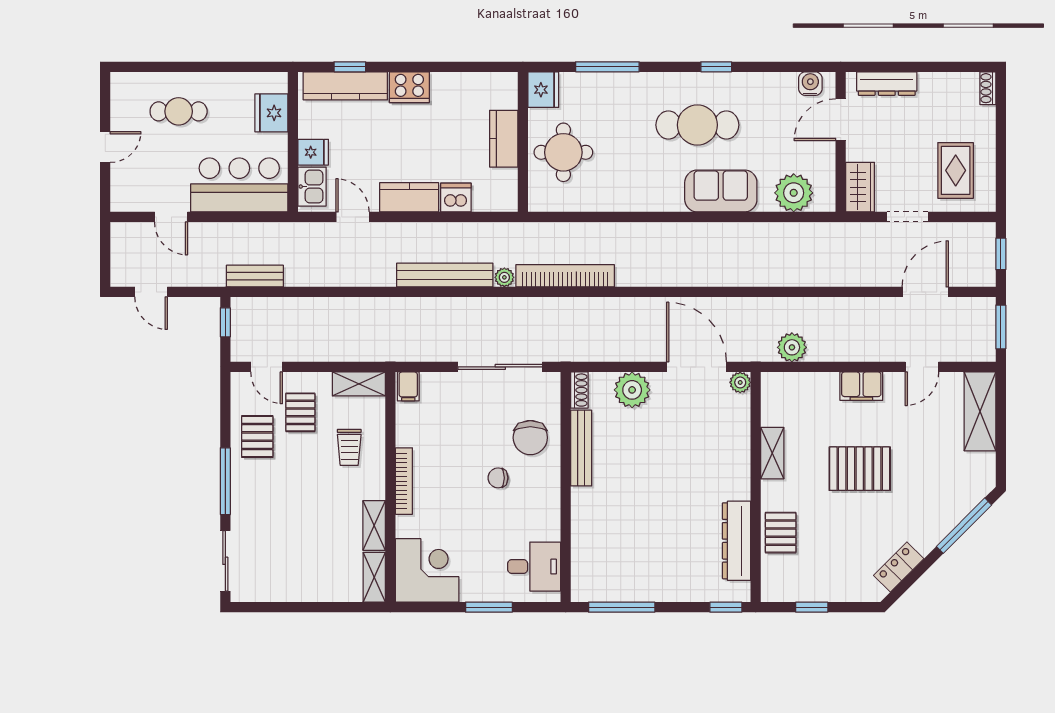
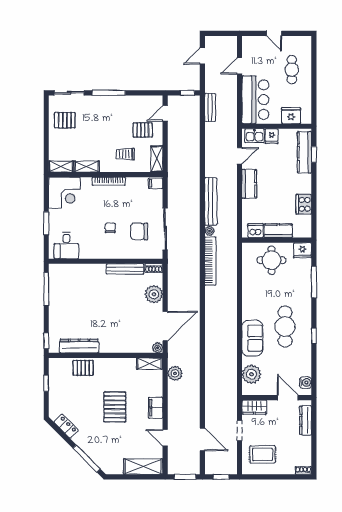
cooker: (409, 87) -> (304, 204), moved
dishwasher: (456, 198) -> (256, 231), moved, turned -90
pallet: (257, 437) -> (65, 120), moved
chair: (530, 438) -> (139, 231), moved
shelving: (772, 453) -> (149, 364), moved

